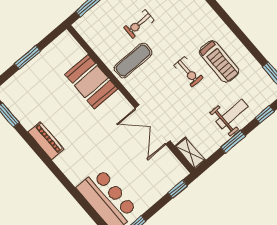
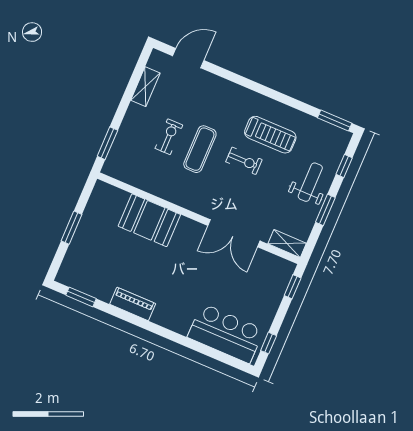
exercise bike: (139, 24) -> (169, 137), turned 180
exercise mat: (133, 61) -> (200, 149), moved

